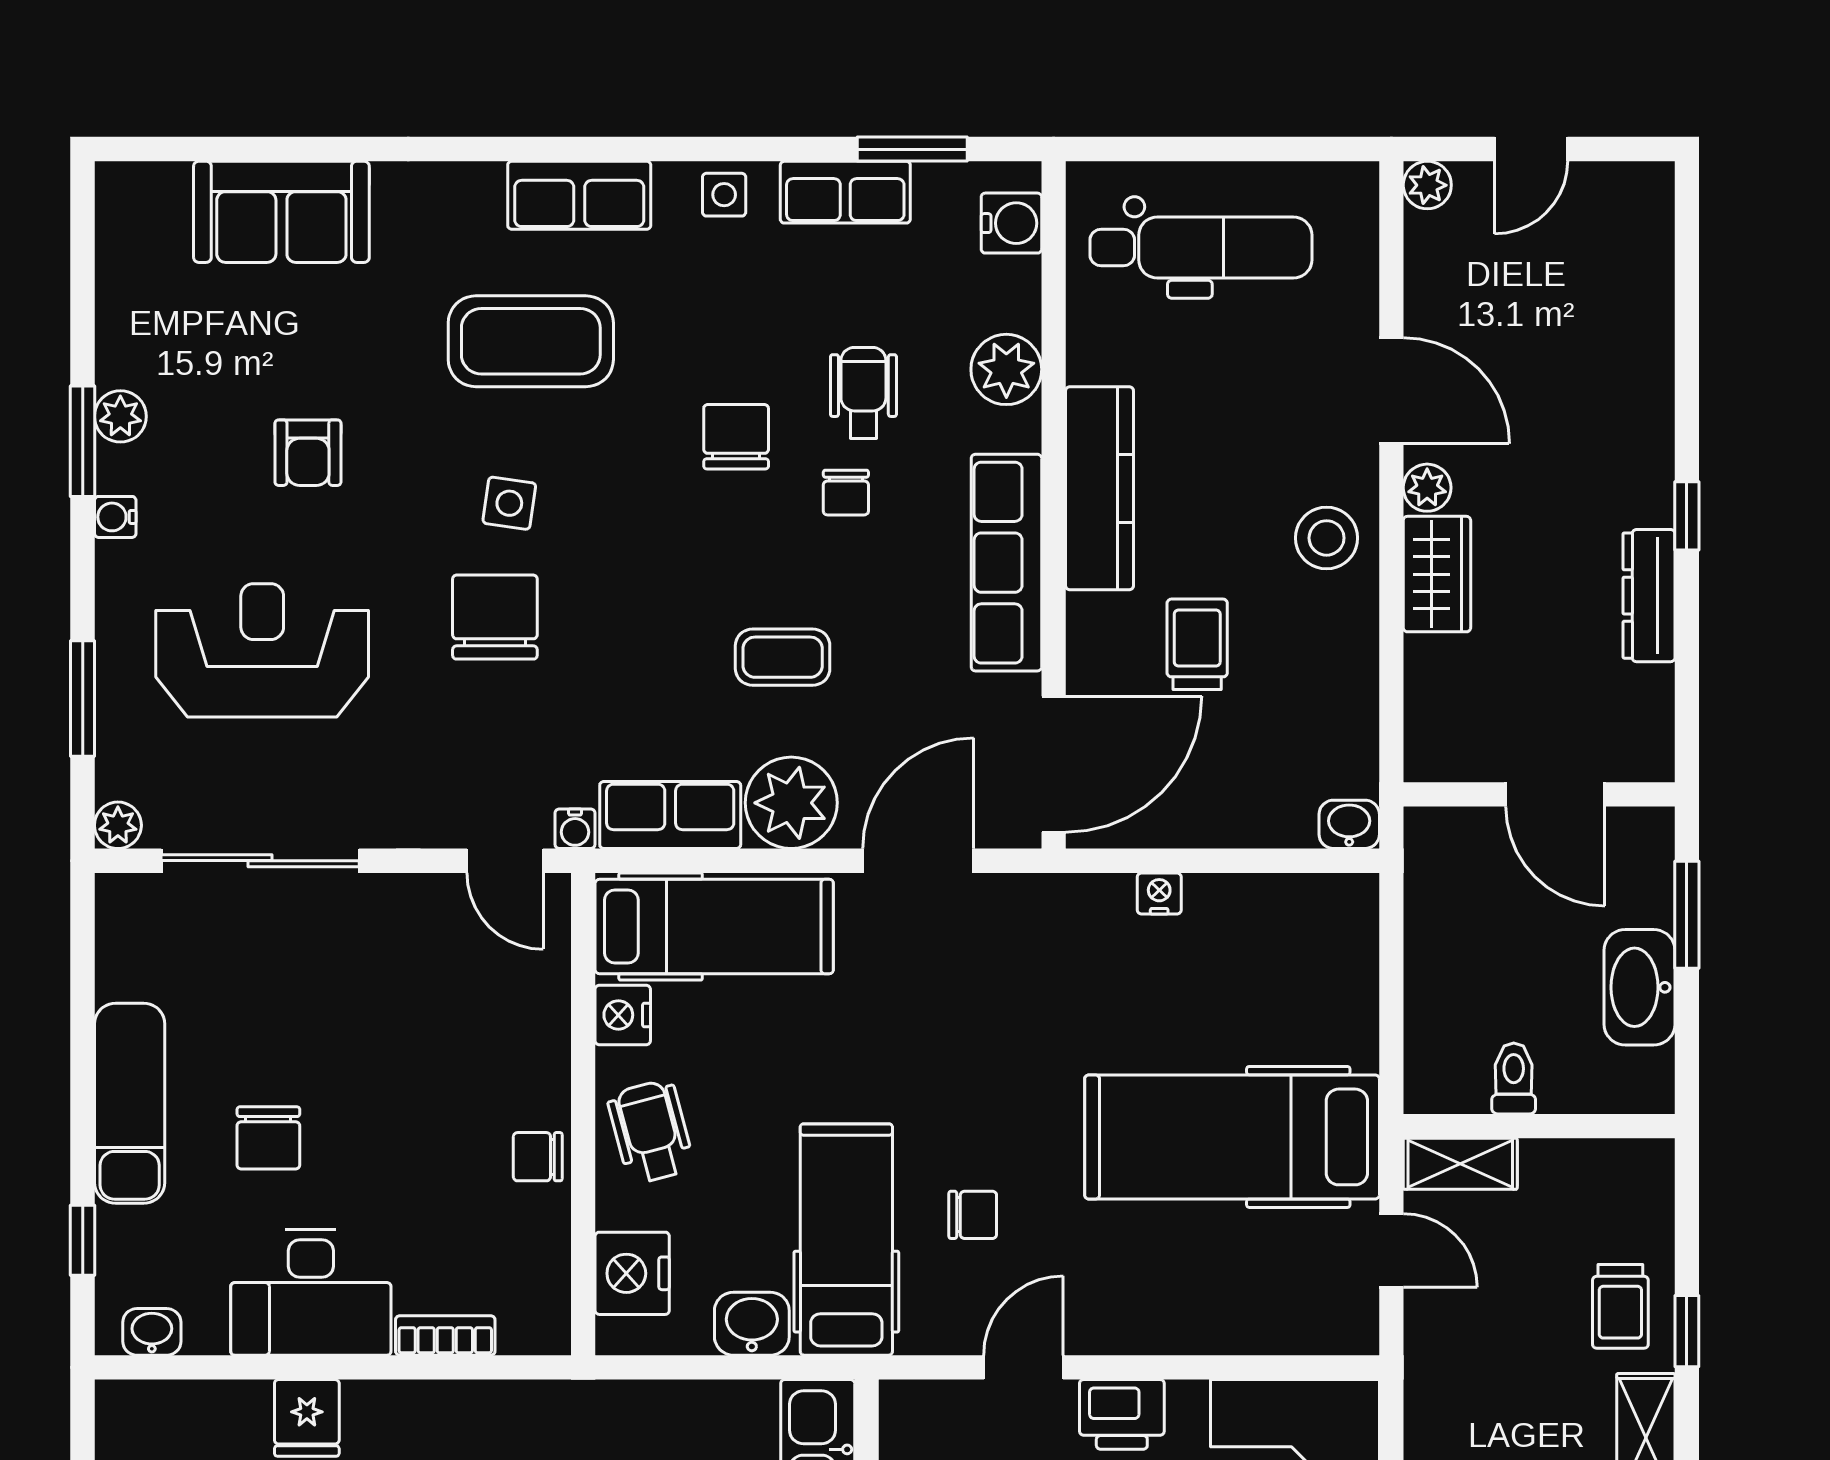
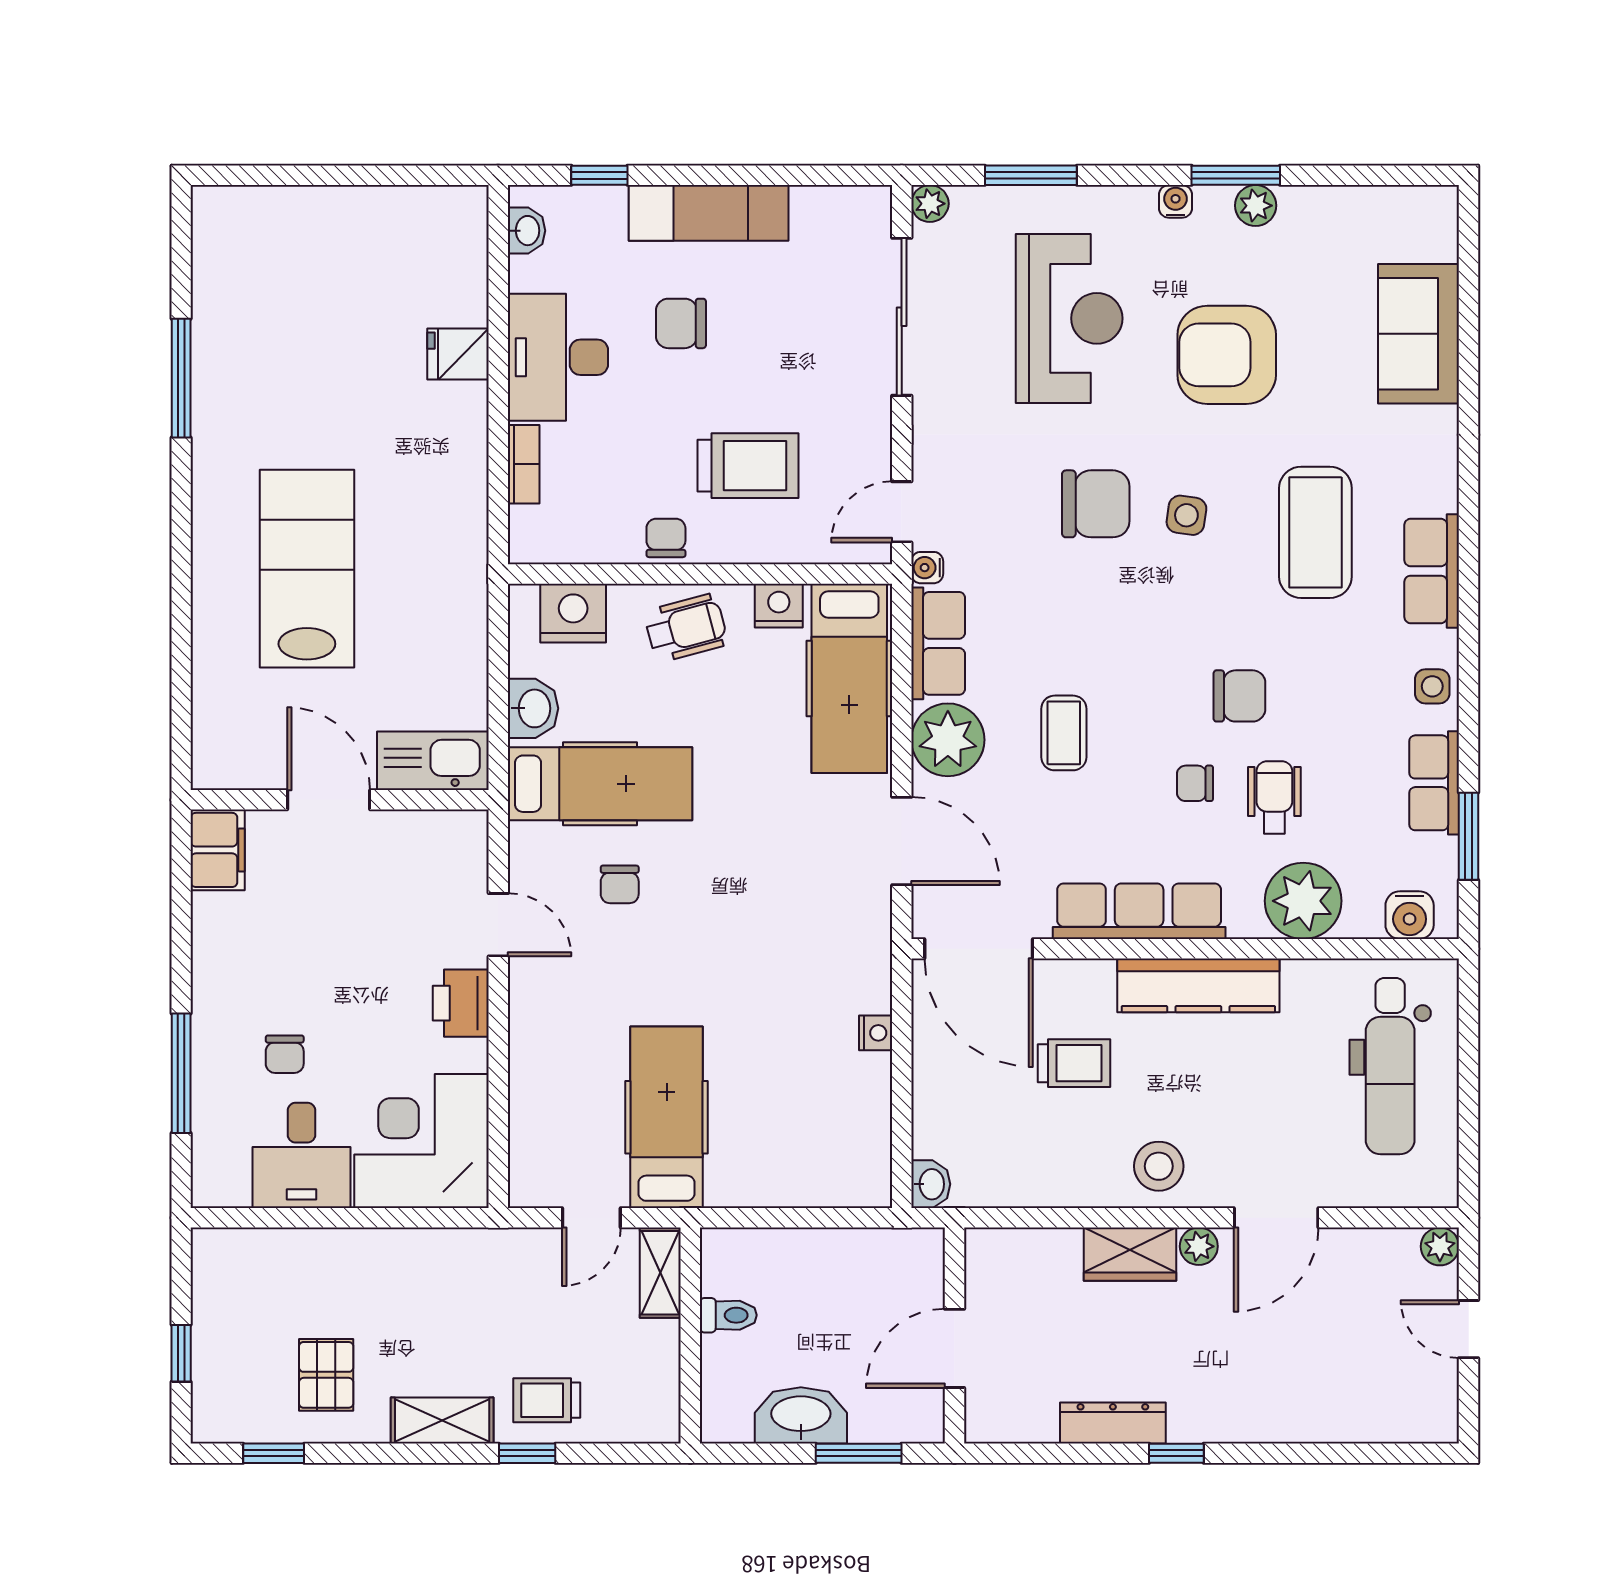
plant: (1006, 369) -> (1303, 901), width x1.36, depth x1.36
wheelchair: (863, 393) -> (1274, 797), turned -90
armchair: (308, 453) -> (1227, 355), width x1.88, depth x1.88
trolley: (447, 1054) -> (748, 466), added
hospital bed: (1232, 1137) -> (667, 1117), width x0.73, depth x0.78

